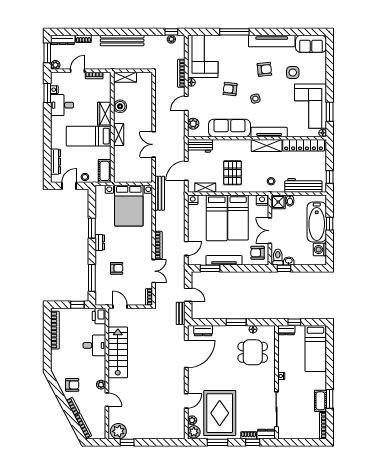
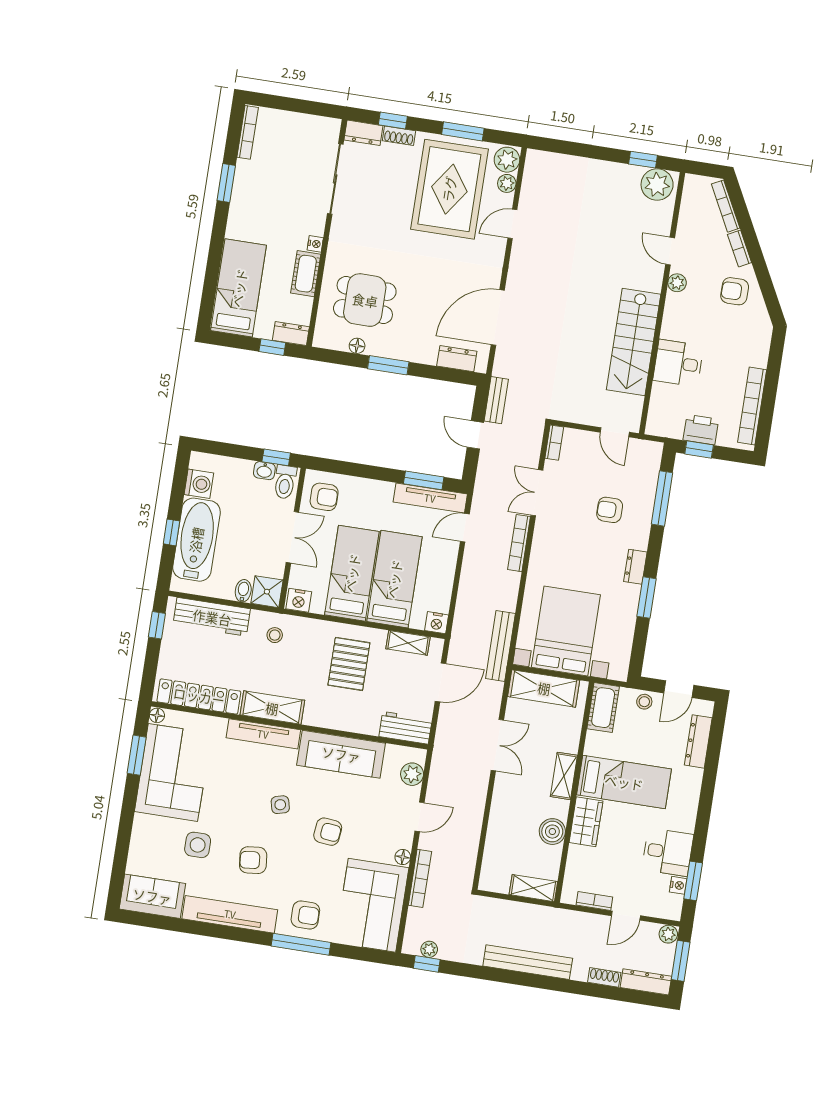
armchair: (235, 47) -> (305, 915), added
shelving: (135, 176) -> (544, 688), added
tv unit: (224, 260) -> (430, 498), moved
printer: (99, 316) -> (701, 430), moved, turned -90
cot: (320, 401) -> (306, 274), moved

